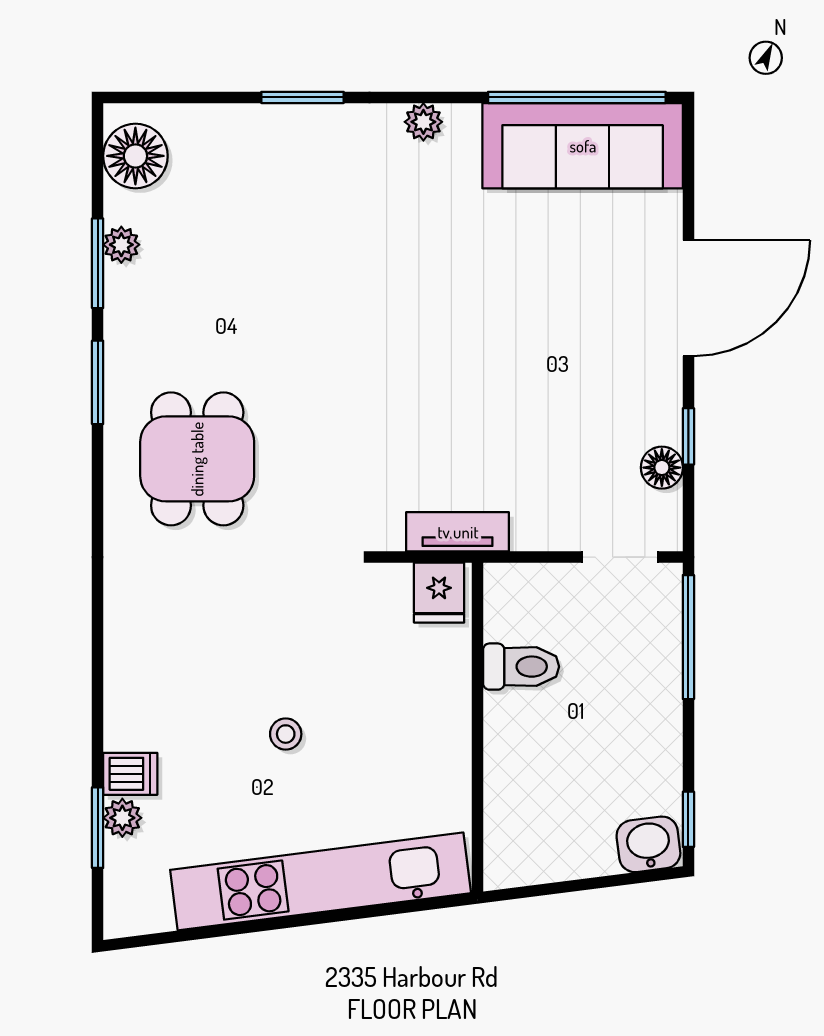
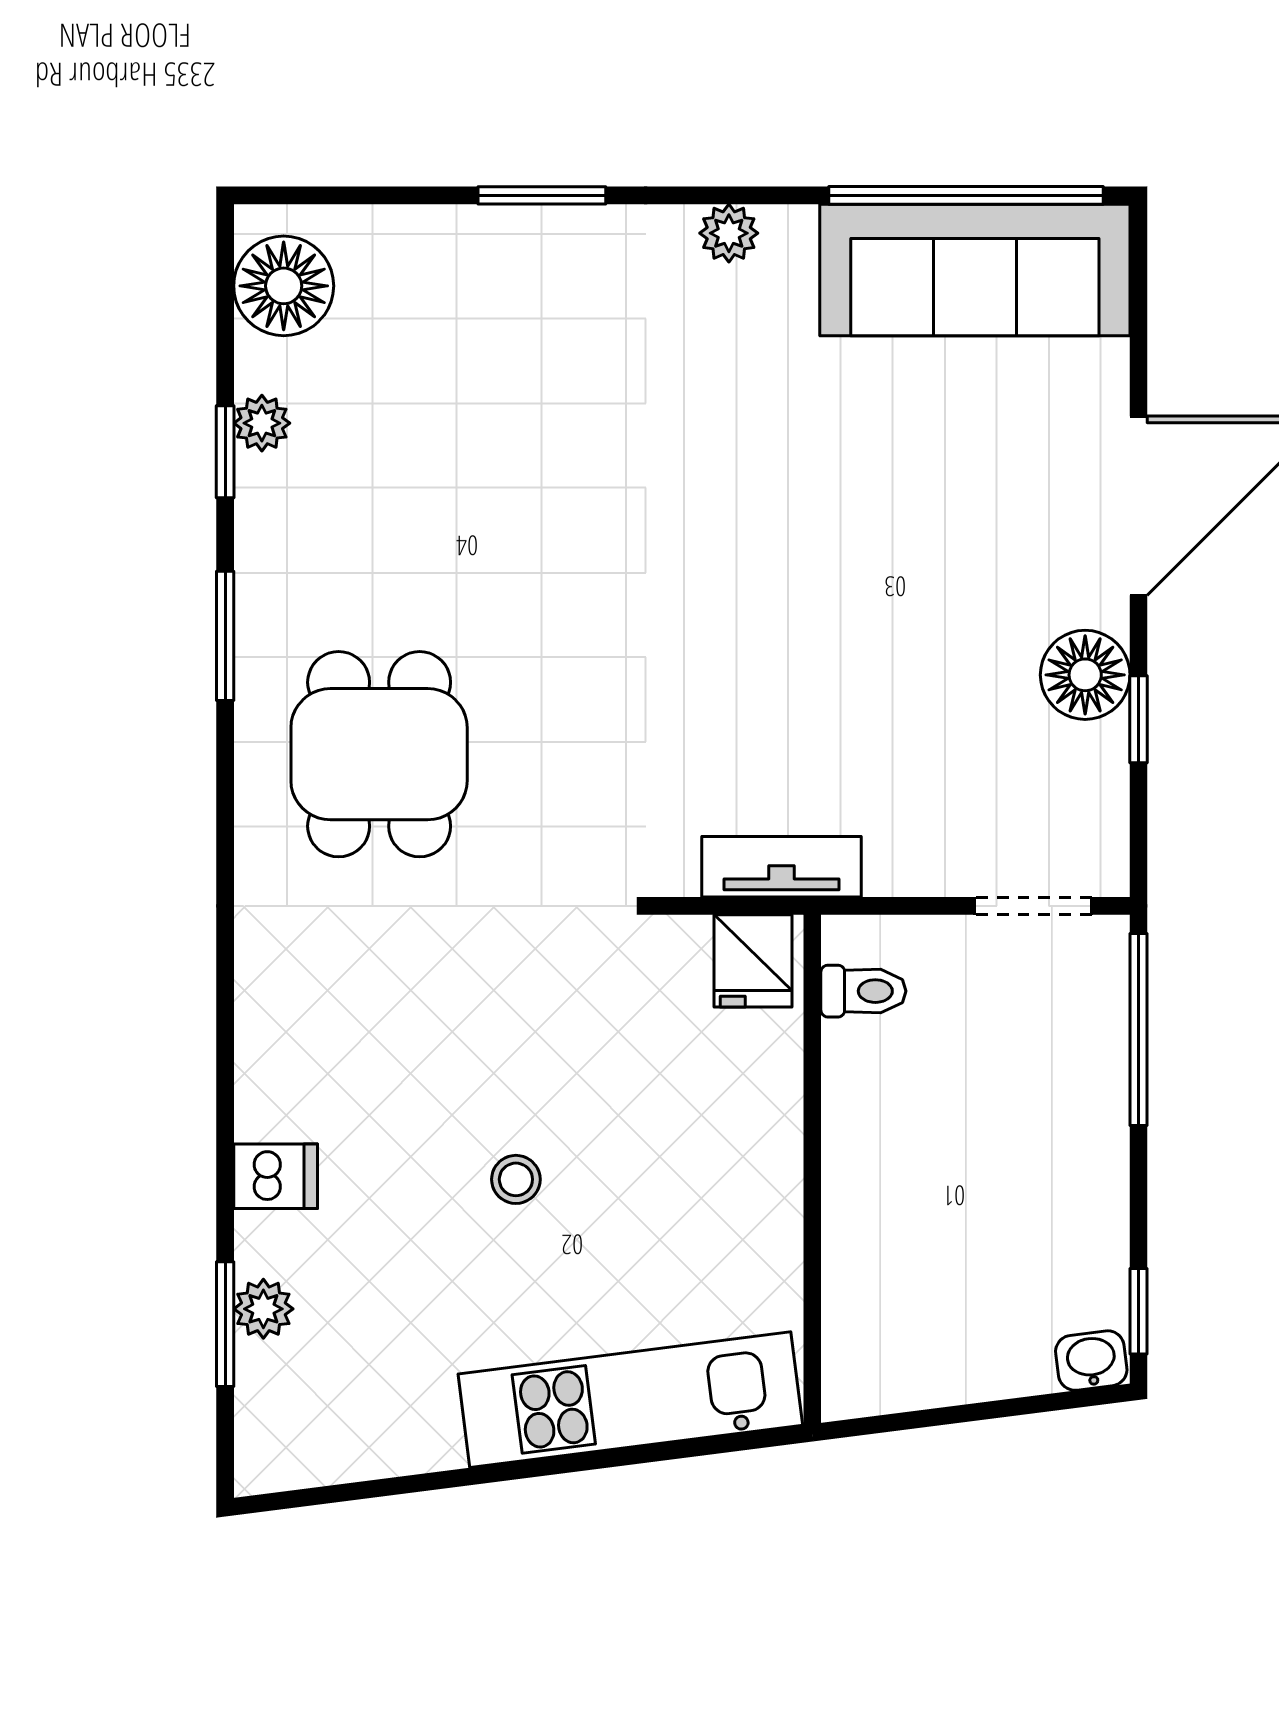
window: (98, 263) -> (225, 452), width x0.67
floor lamp: (662, 468) -> (1085, 675), moved, width x1.38, depth x1.38
toilet: (521, 667) -> (863, 991), moved, width x0.73, depth x0.72
dishwasher: (130, 774) -> (276, 1176), moved
washbasin: (648, 844) -> (1091, 1361), width x0.72, depth x0.69
kitchen unit: (321, 881) -> (630, 1400), width x0.73

